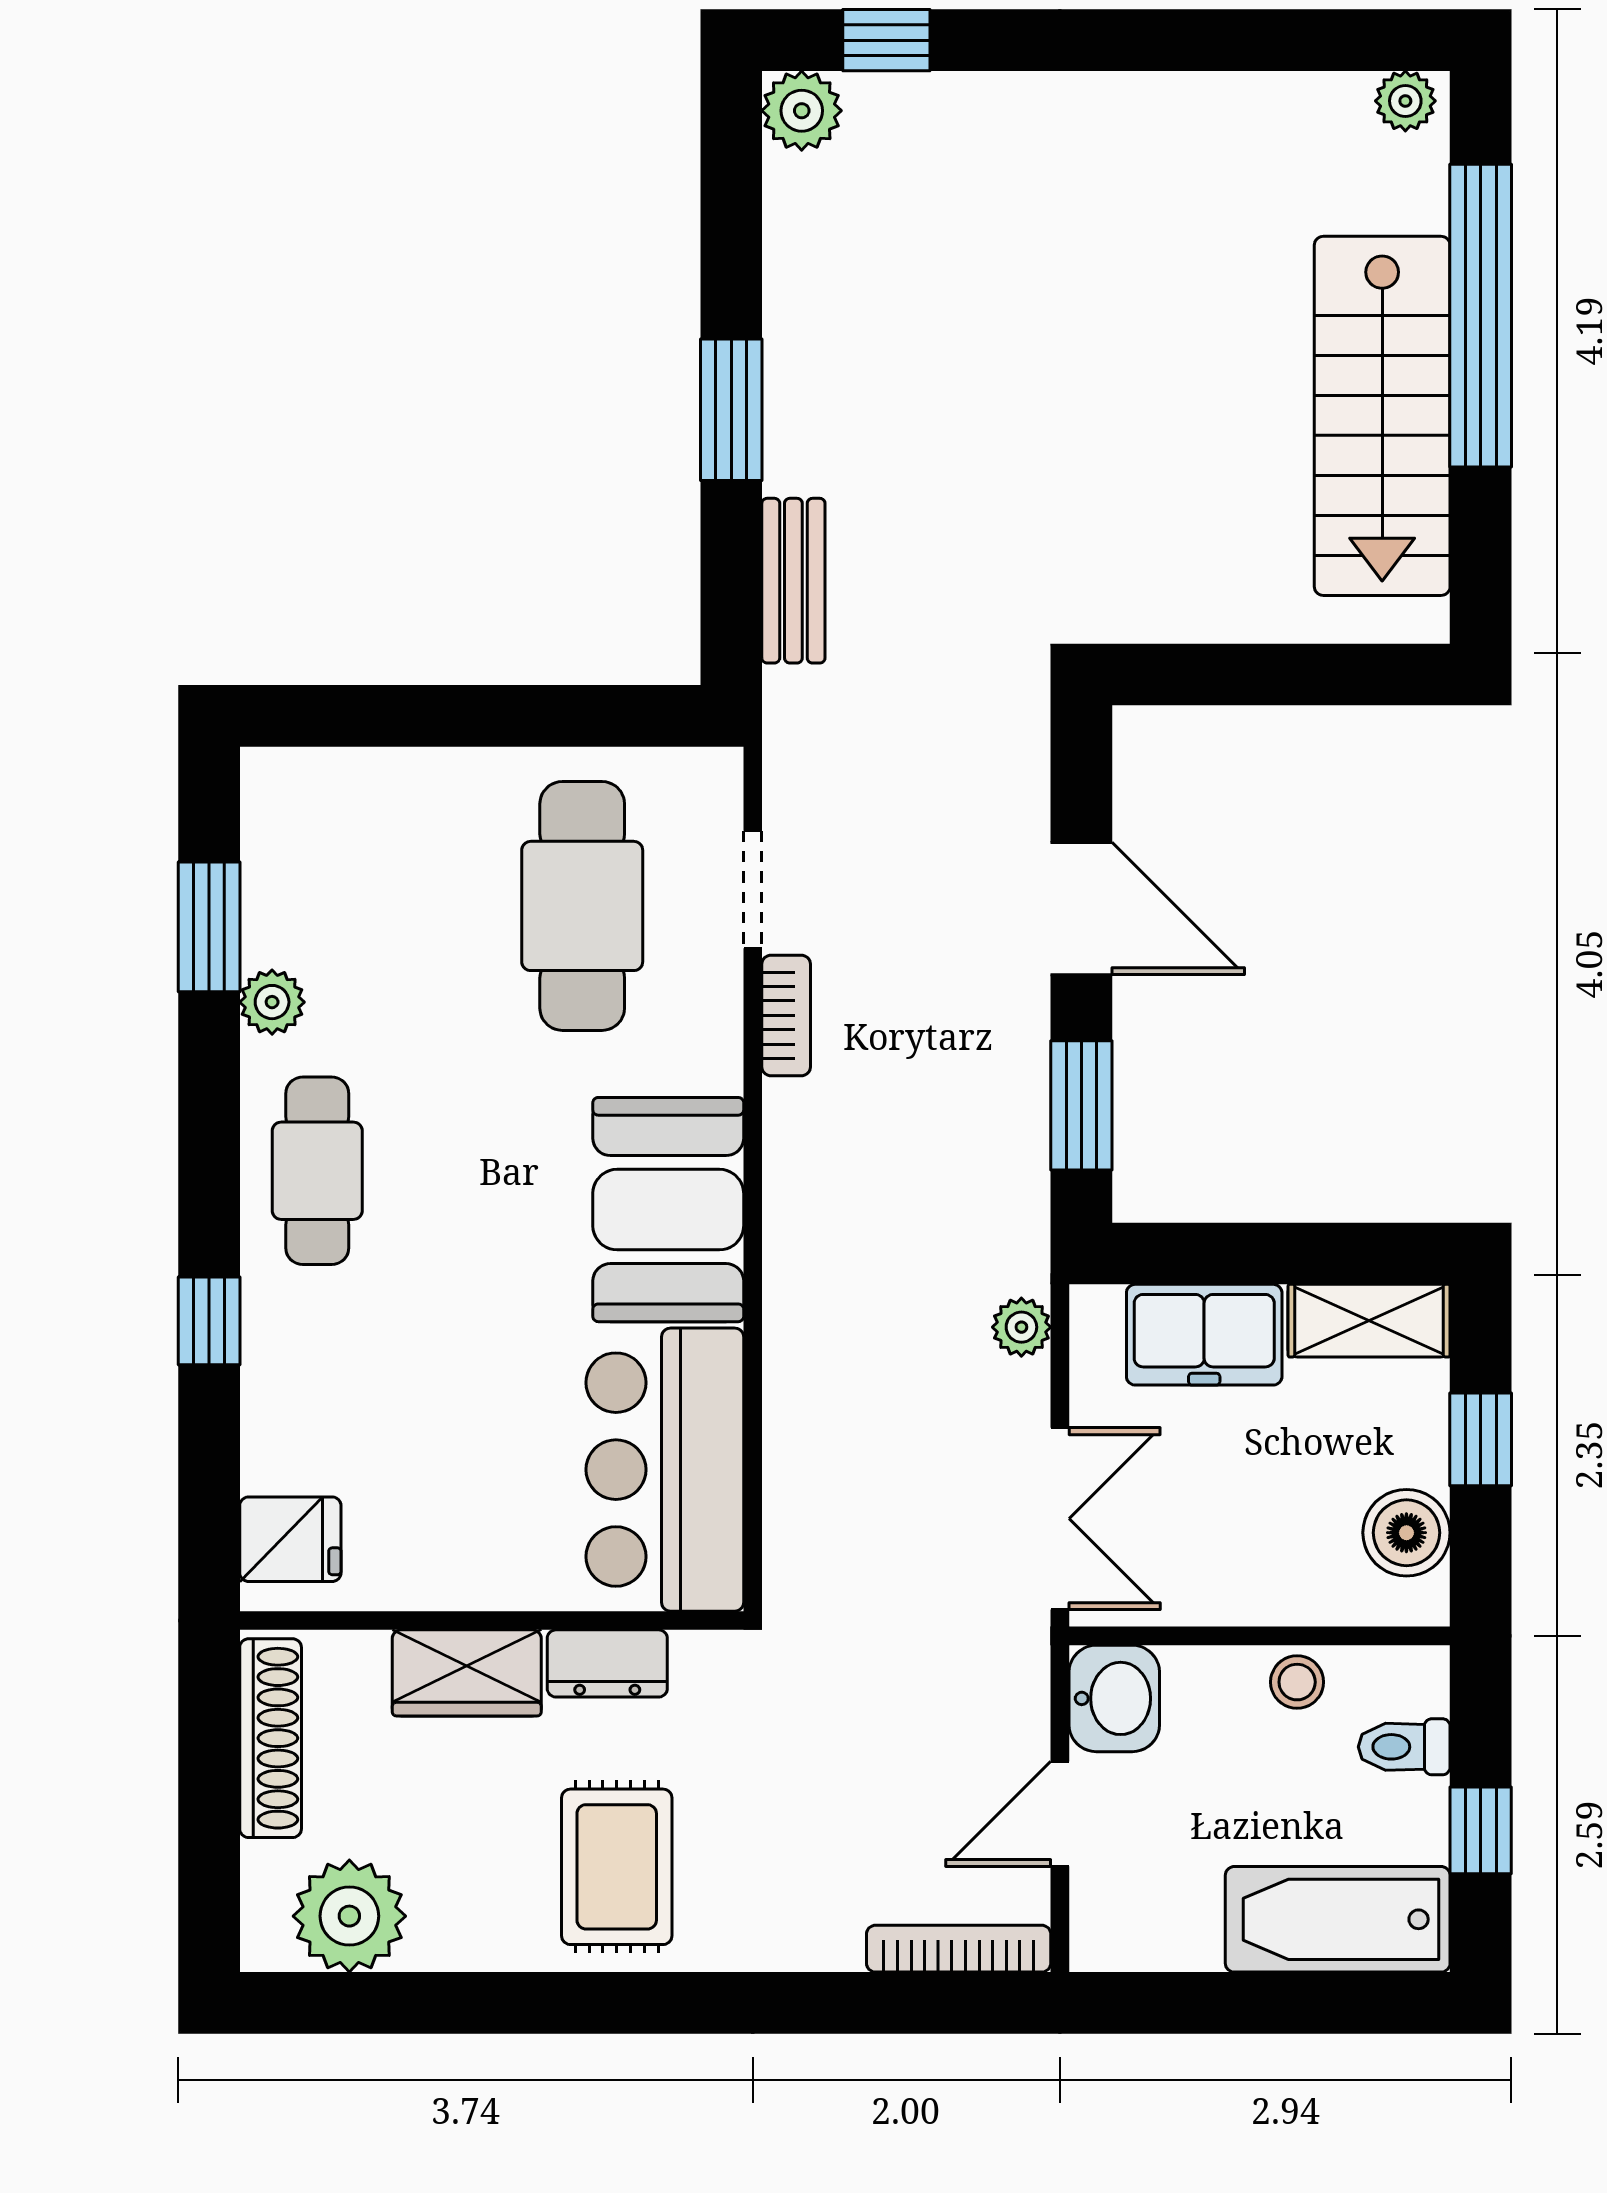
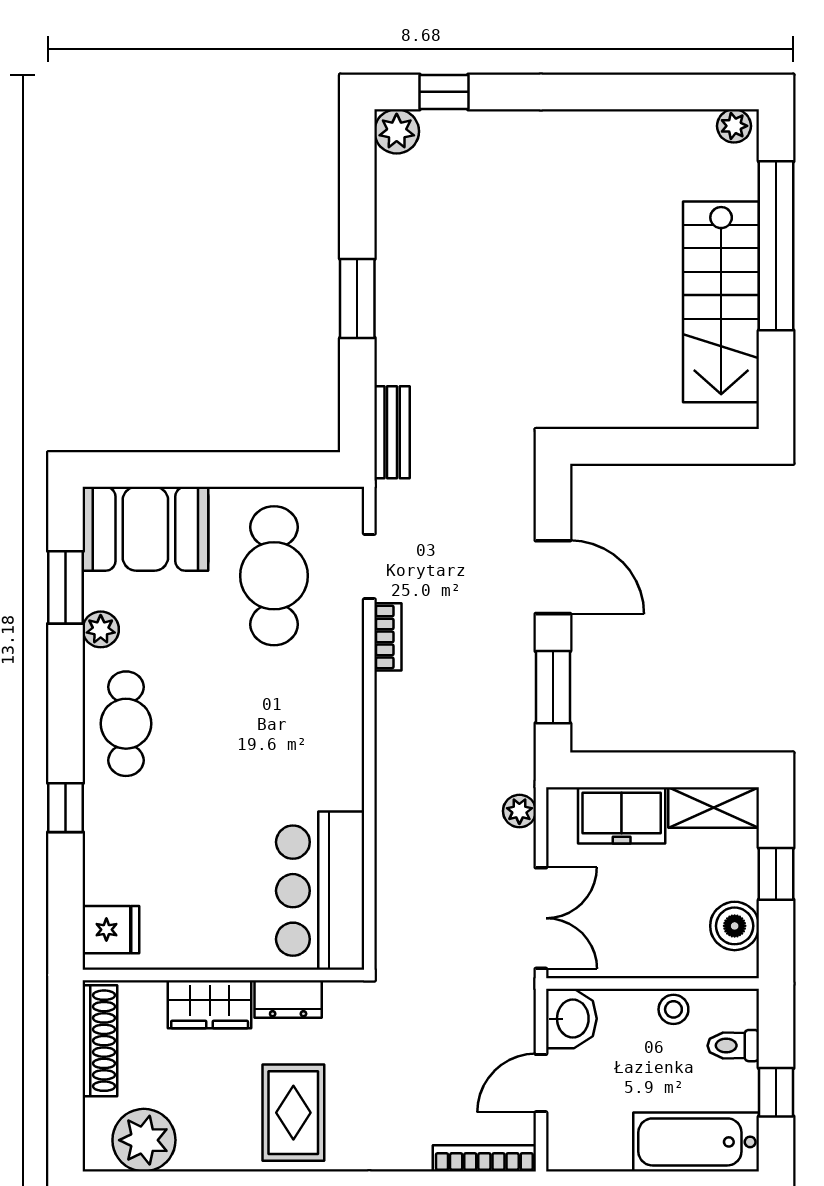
bench: (793, 581) -> (392, 432), moved
booth: (668, 1210) -> (145, 529), moved, turned 90

